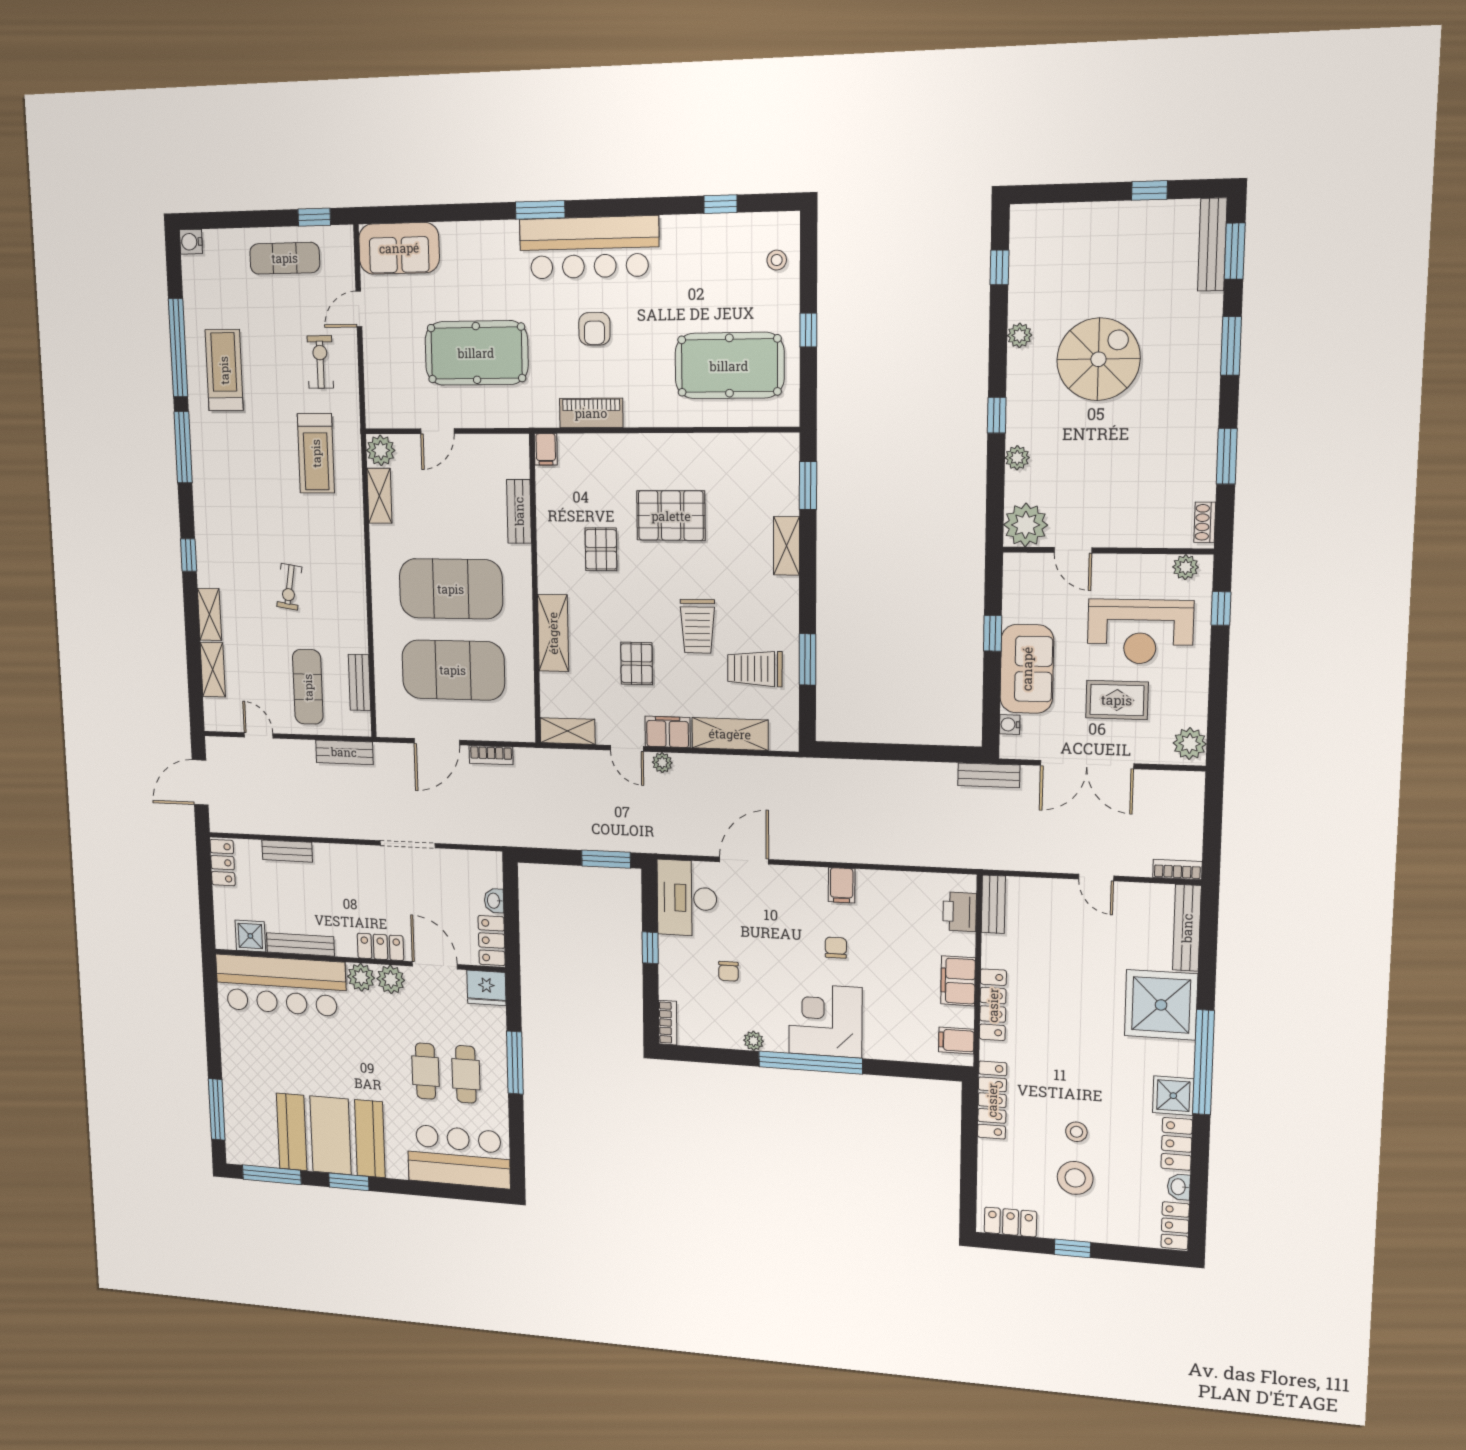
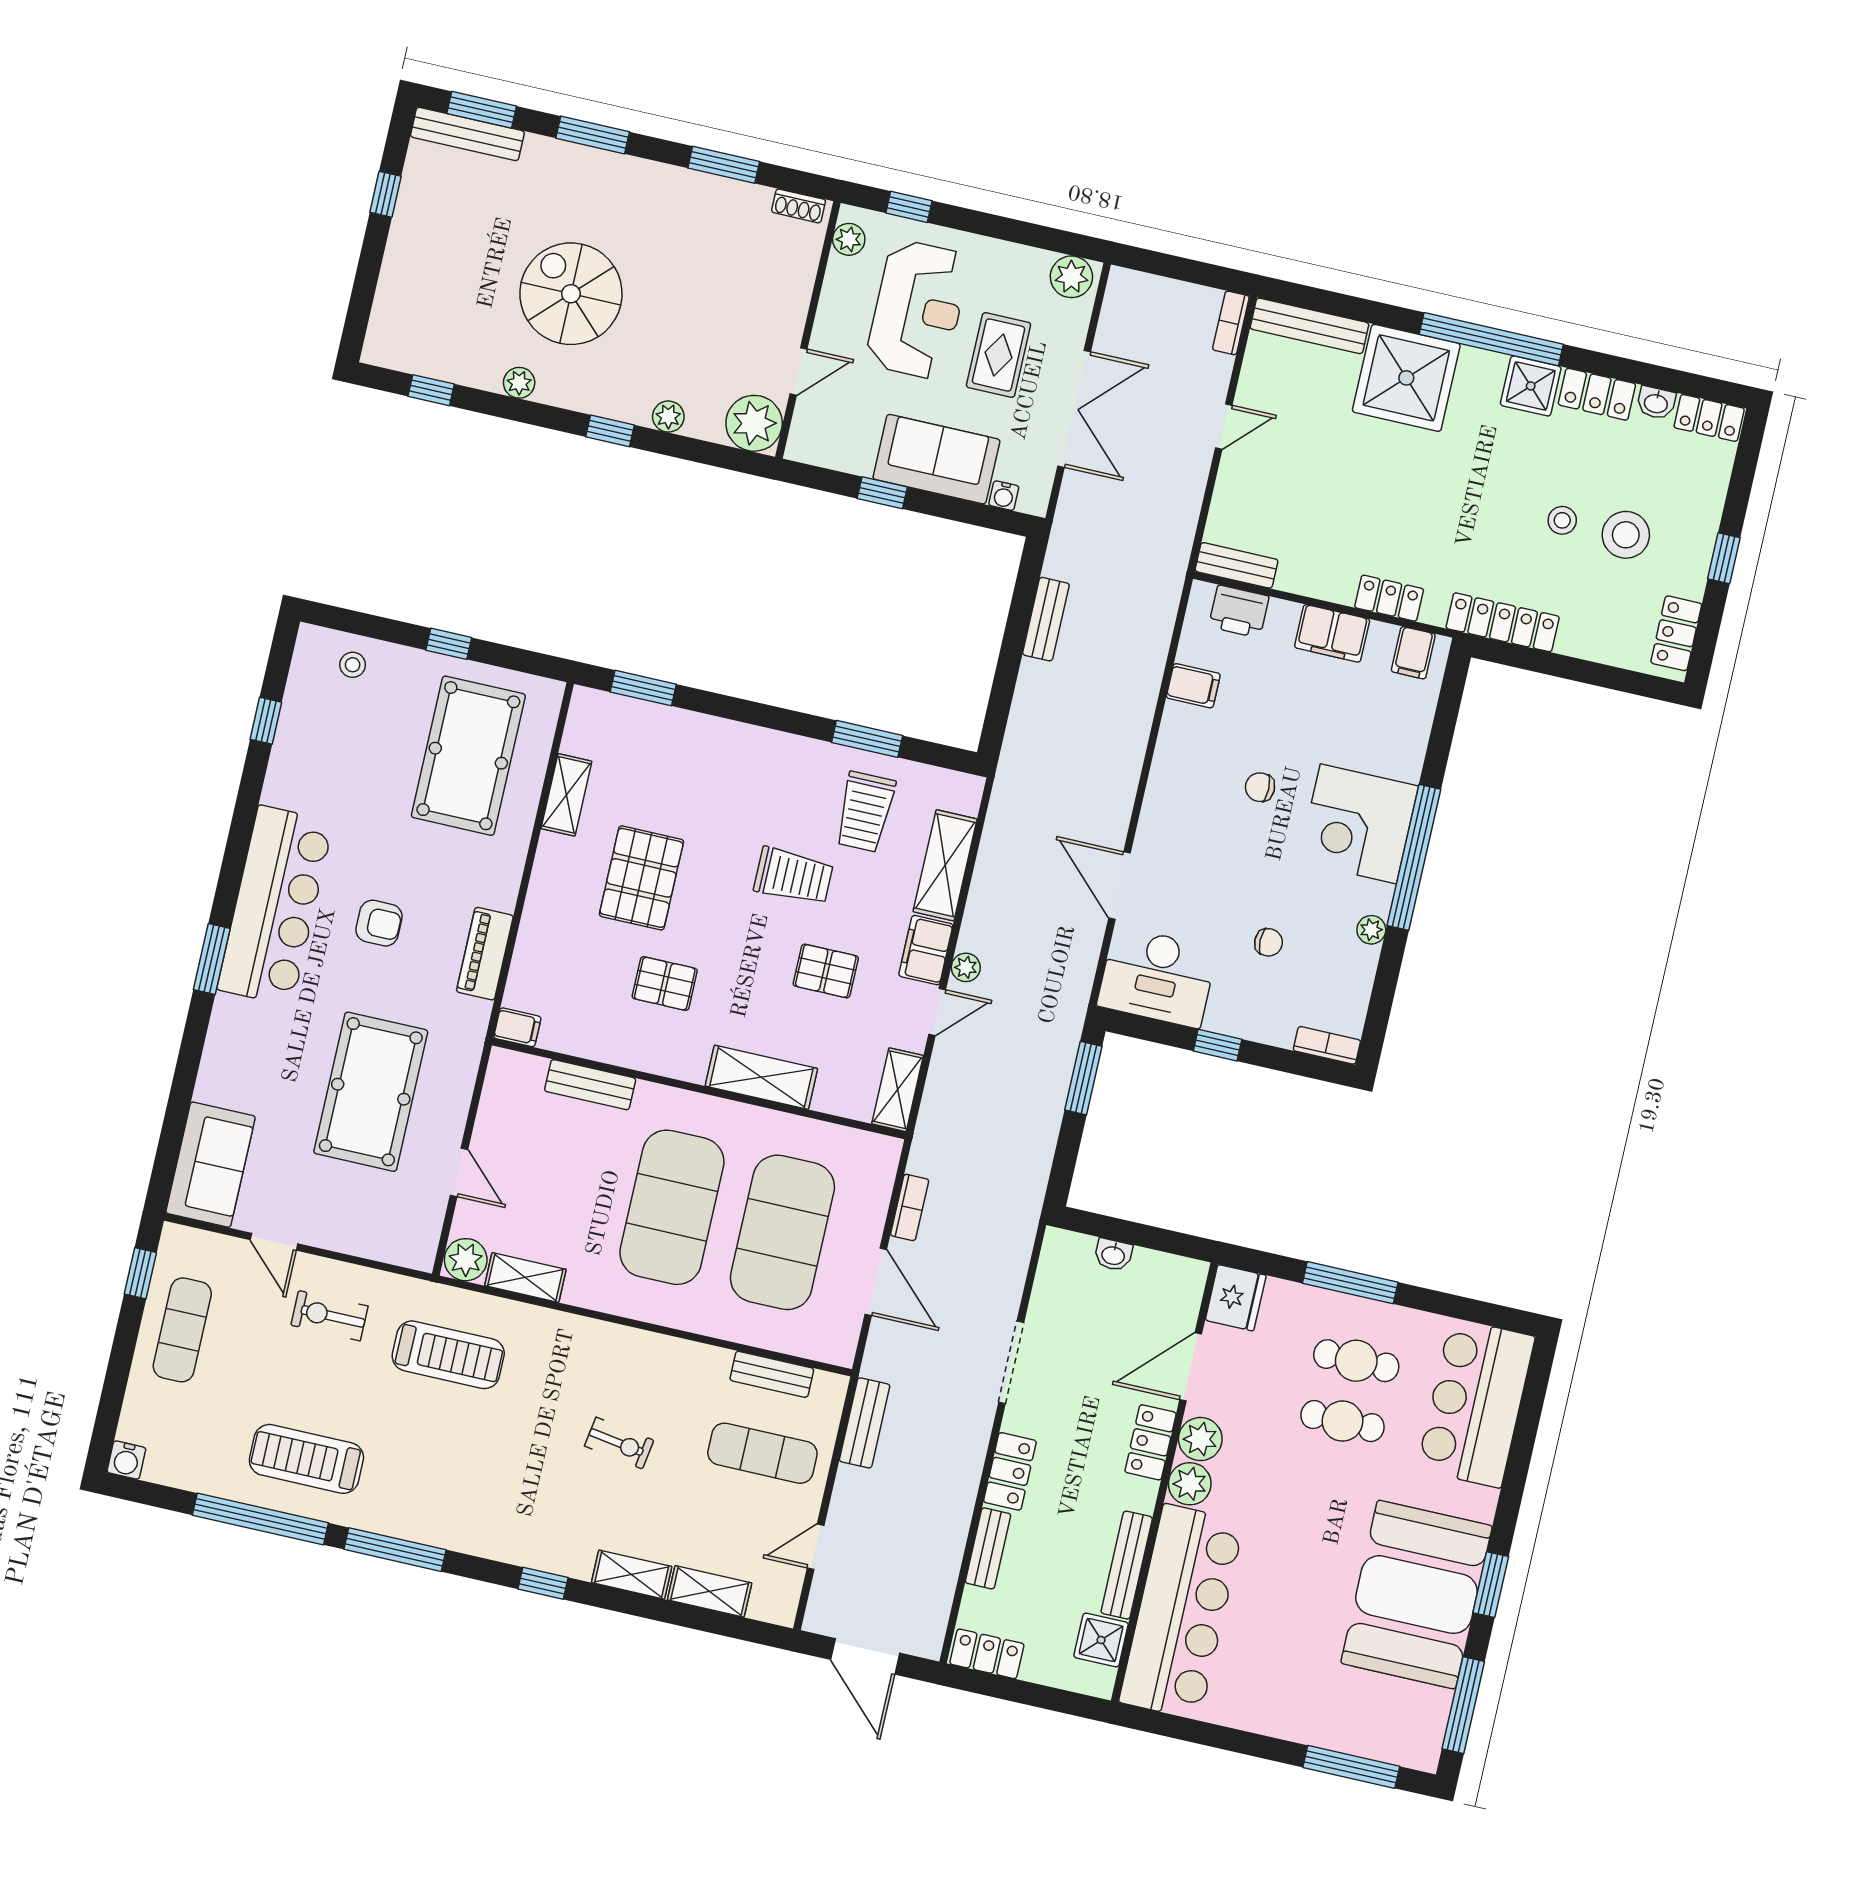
shelving: (786, 546) -> (566, 795), moved, turned 90
bench: (989, 775) -> (1046, 619), moved
filing cabinet: (842, 885) -> (1193, 686), moved
locker: (492, 941) -> (1010, 1471), moved, turned -90
locker: (993, 1005) -> (1389, 598), width x0.66

